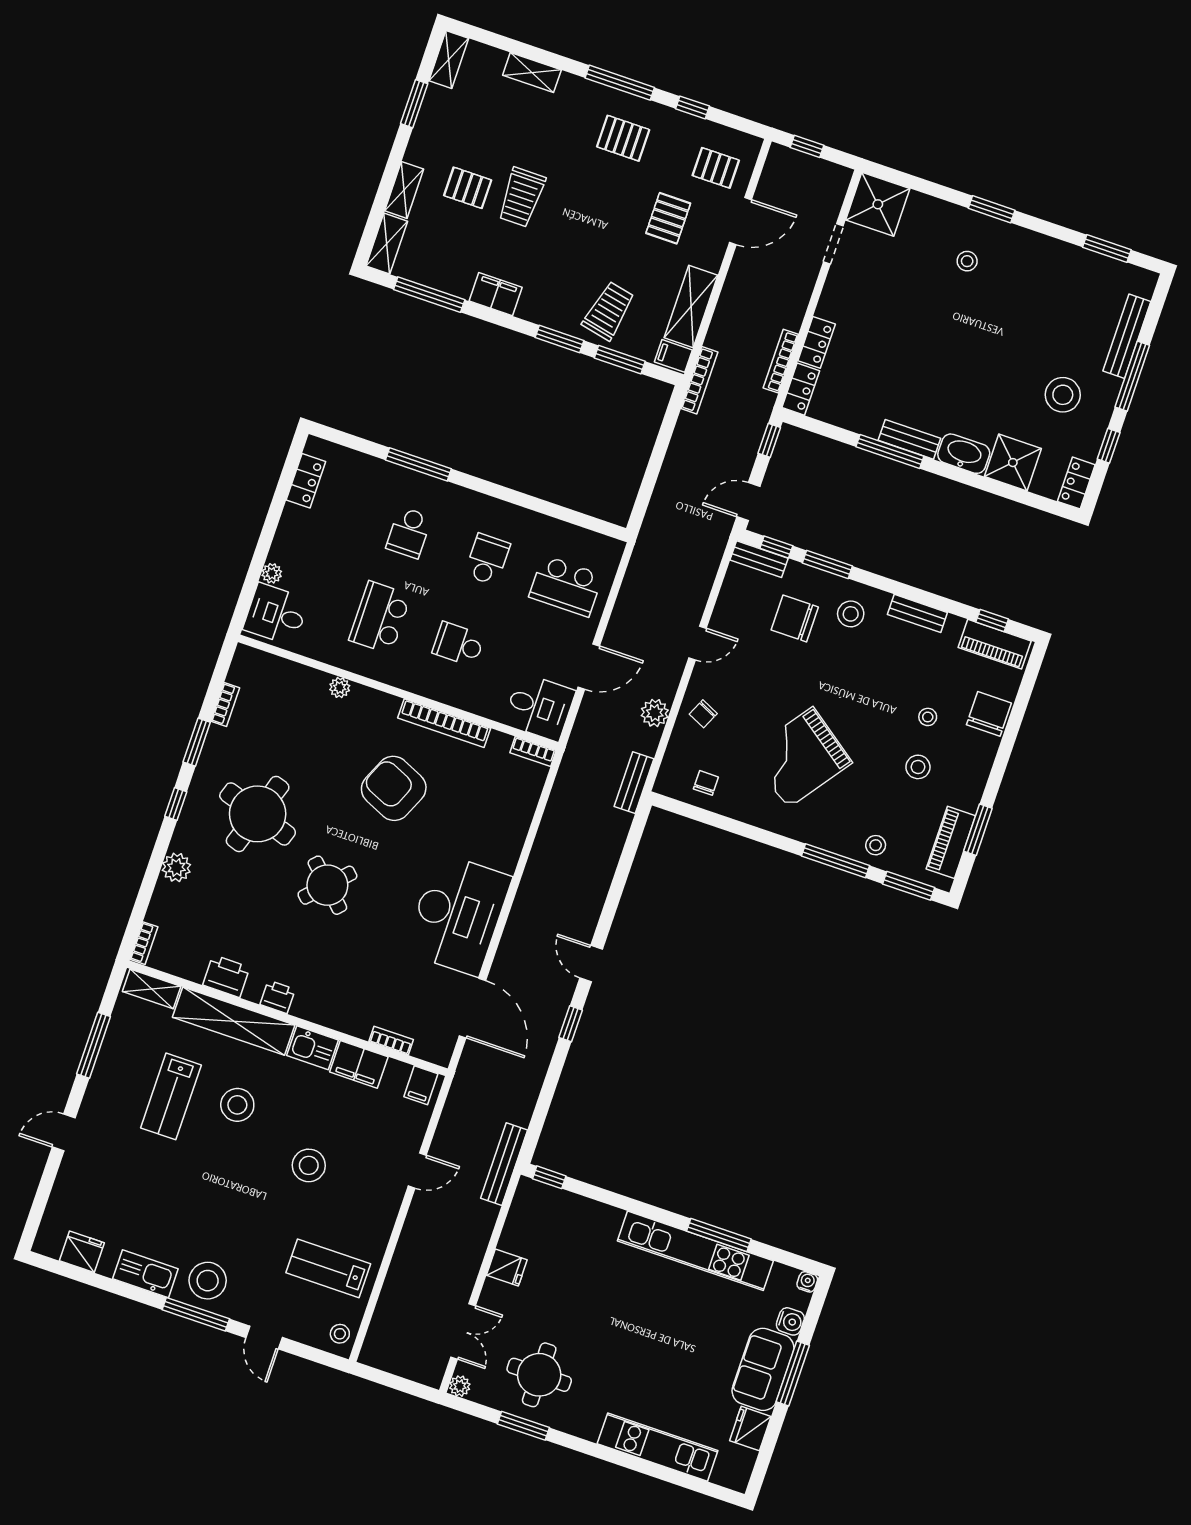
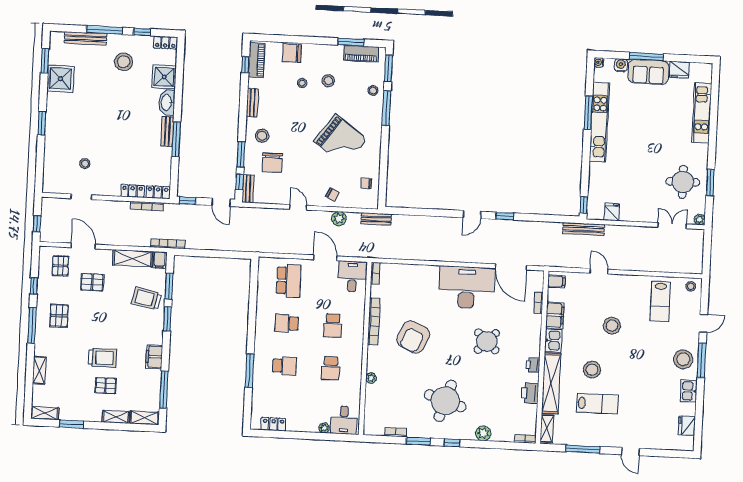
pallet: (468, 188) -> (106, 386), turned 90
shower: (878, 204) -> (60, 79), moved
stool: (967, 261) -> (85, 164), moved
school desk: (380, 617) -> (331, 368), width x0.54
round table: (327, 885) -> (487, 341), moved
door: (473, 1008) -> (511, 267), swing flipped
fridge: (507, 1267) -> (612, 212), moved
kitchen sink: (145, 1274) -> (689, 391), width x0.73

